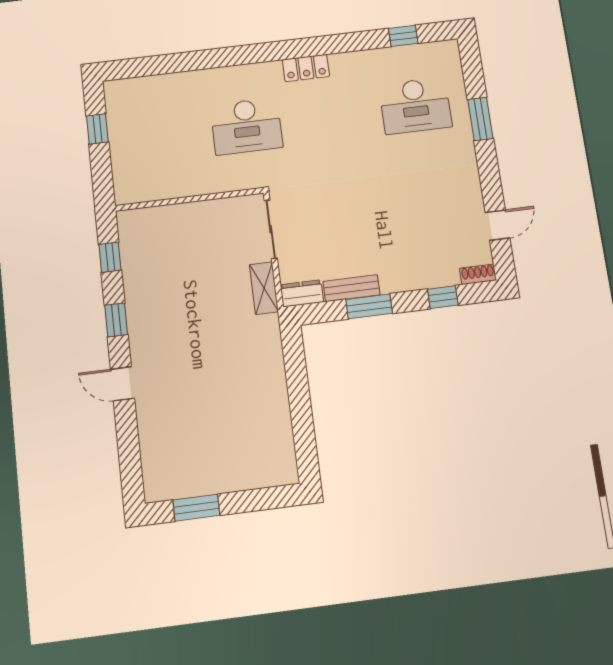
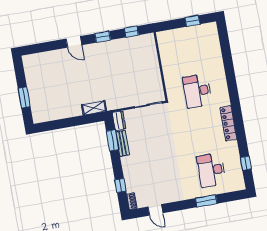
locker: (306, 68) -> (228, 123), width x1.53
shelving: (264, 288) -> (94, 108), moved
window: (369, 306) -> (112, 140), moved
door: (122, 384) -> (74, 42), swing flipped
window: (196, 508) -> (24, 98), moved

